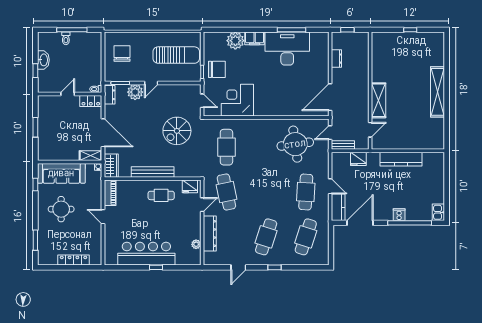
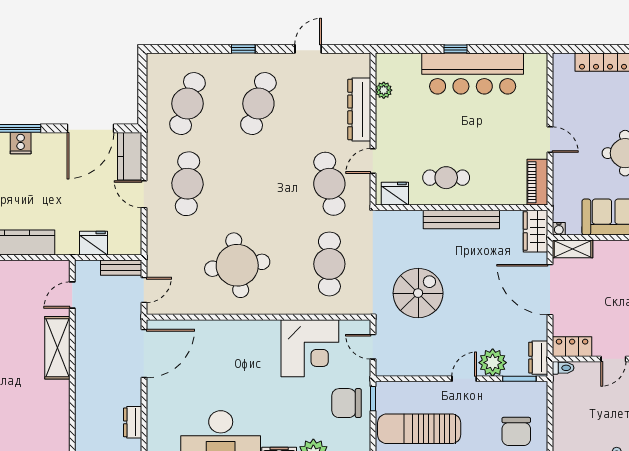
round table: (295, 144) -> (237, 265), moved

